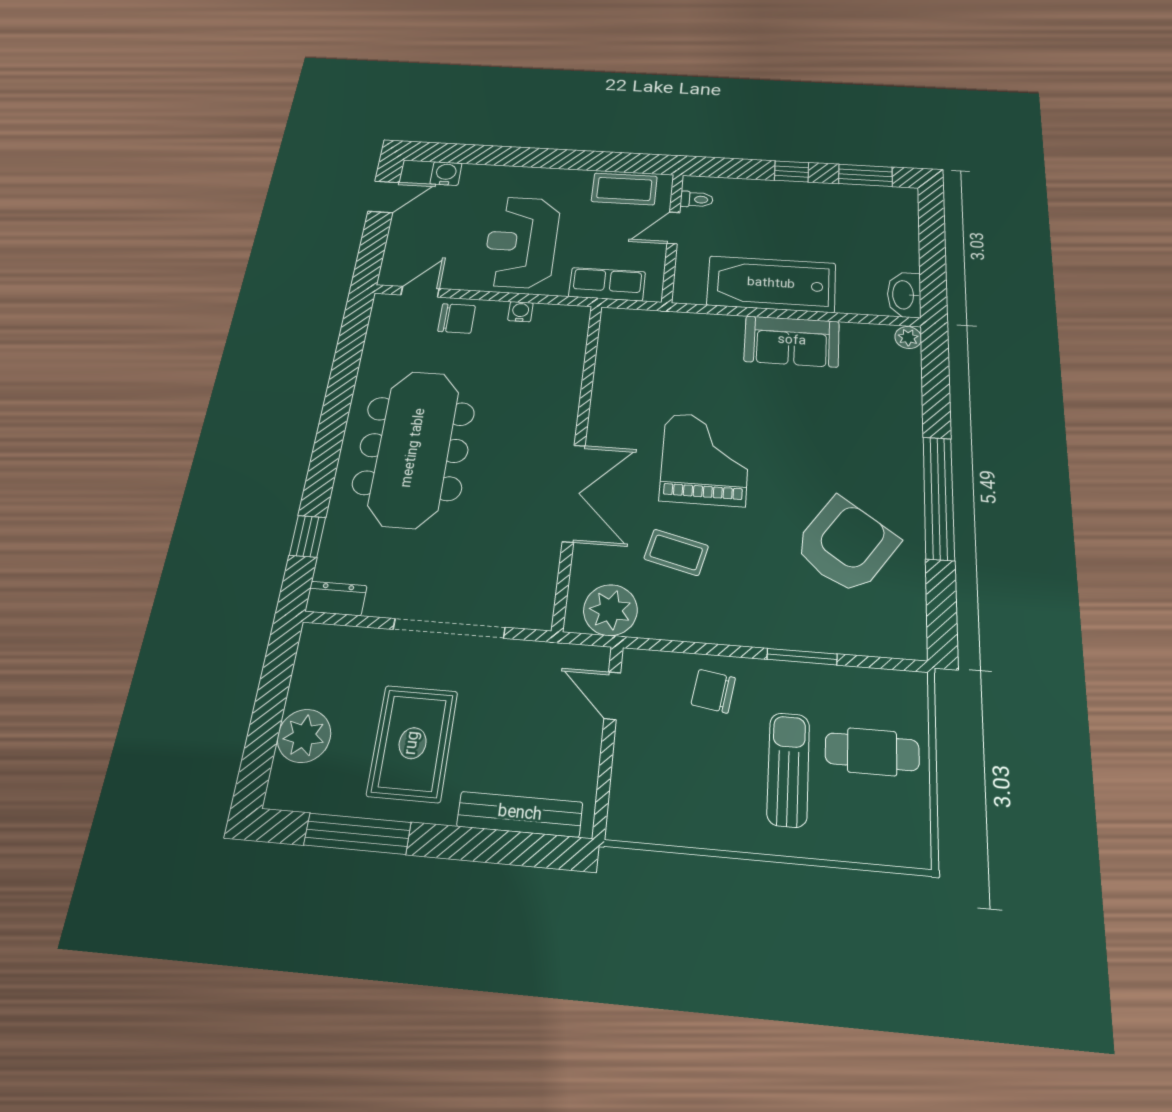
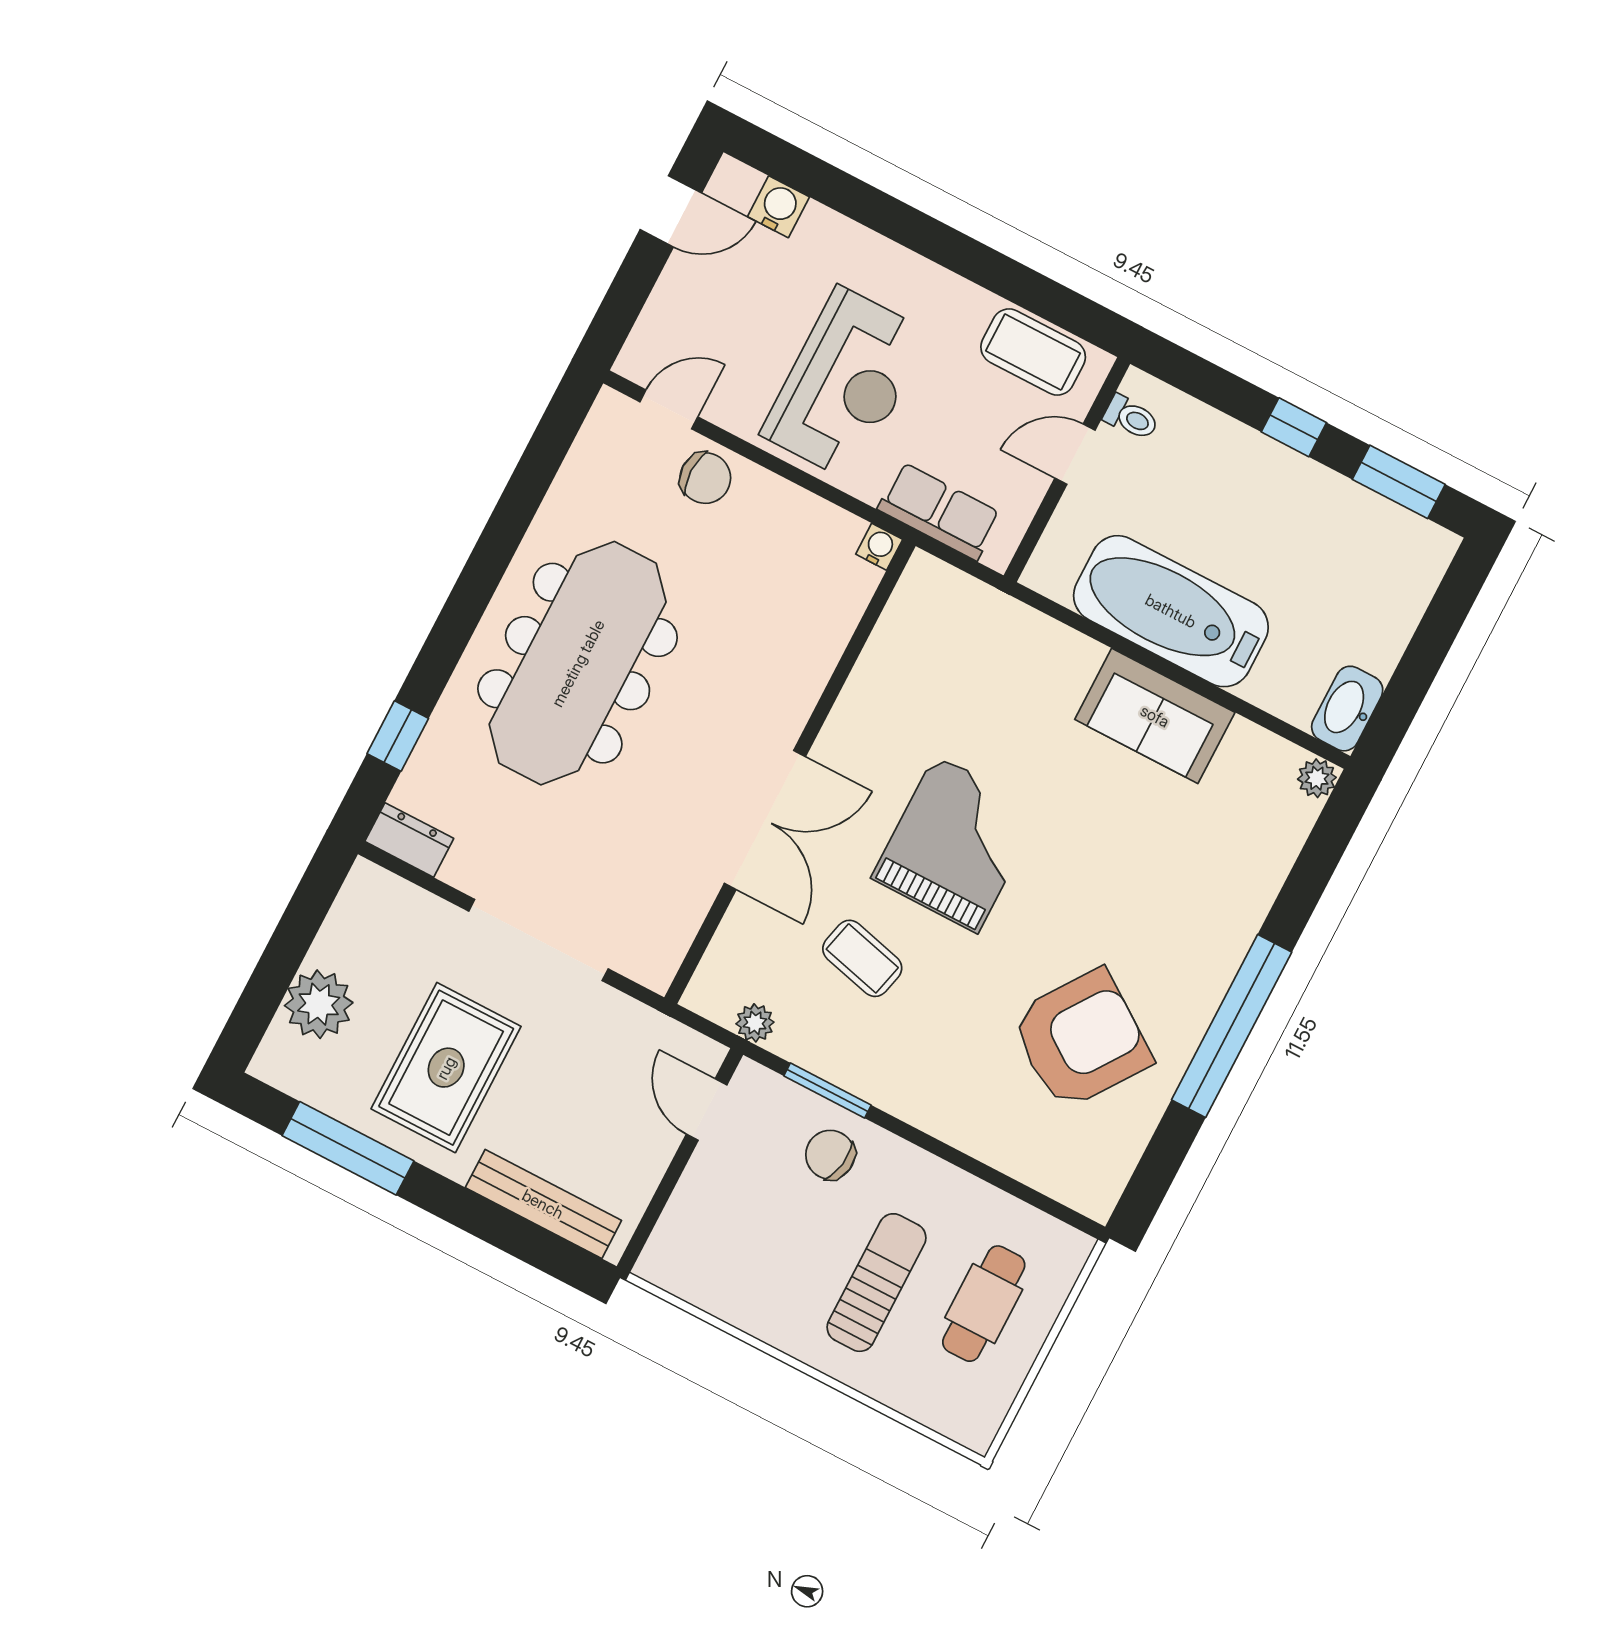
reception desk: (521, 242) -> (845, 384), turned 180
water cooler: (520, 312) -> (879, 547), moved
plant: (610, 610) -> (755, 1023), width x0.53, depth x0.53
window: (802, 657) -> (827, 1090), moved
cafe table: (872, 752) -> (984, 1304), turned 90

